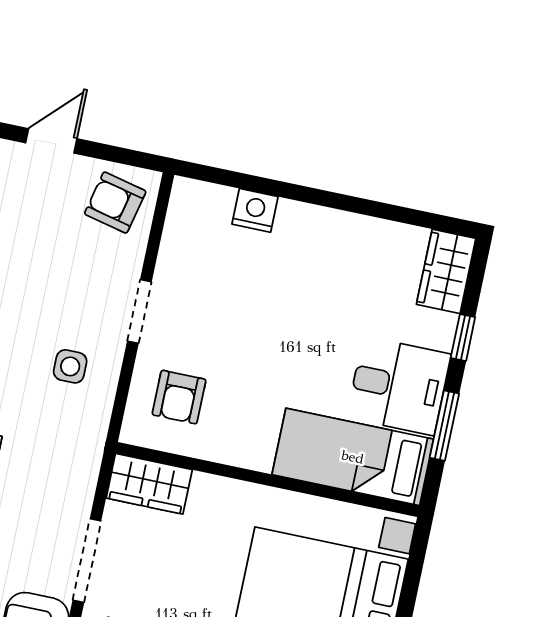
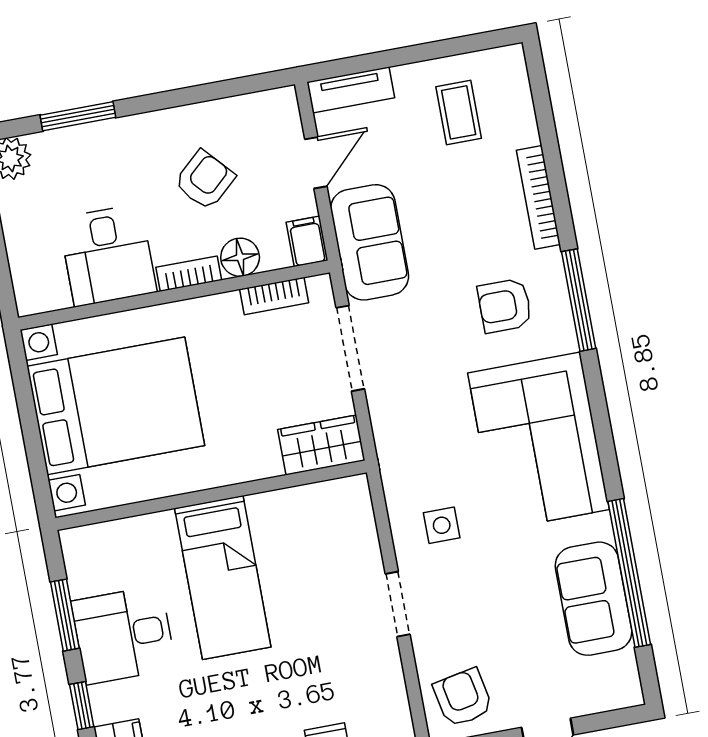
armchair: (115, 203) -> (463, 698), turned -114
armchair: (179, 397) -> (327, 539), removed
bed: (353, 457) -> (223, 578), moved, turned 90

